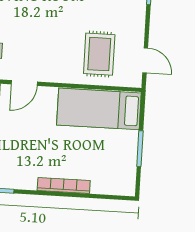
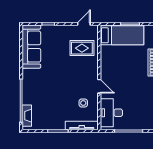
bed: (99, 109) -> (122, 35), moved, turned -90

